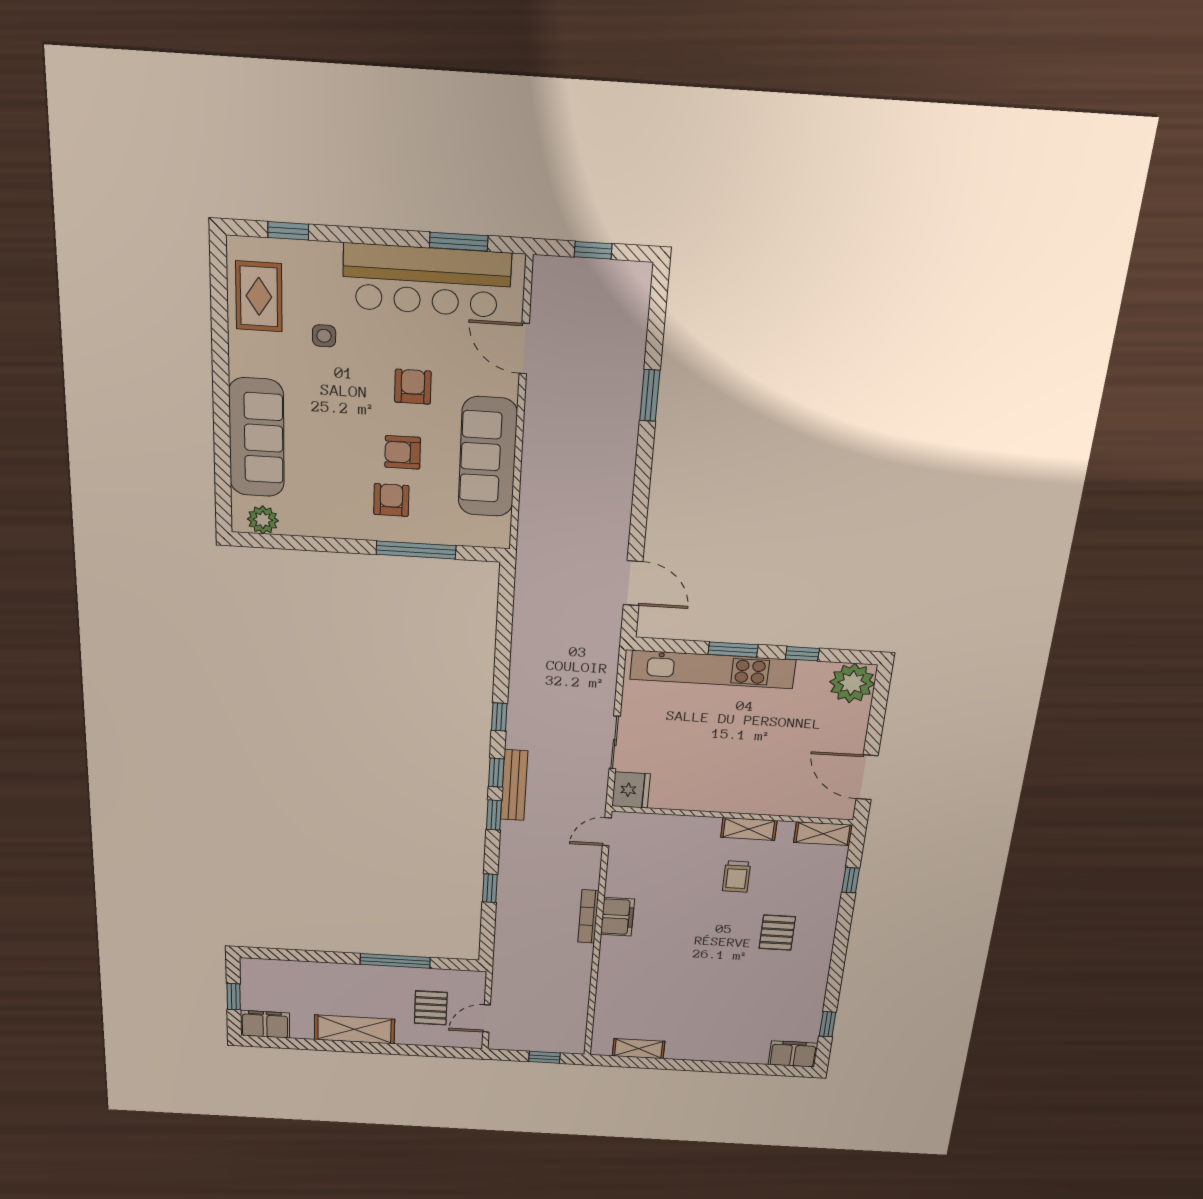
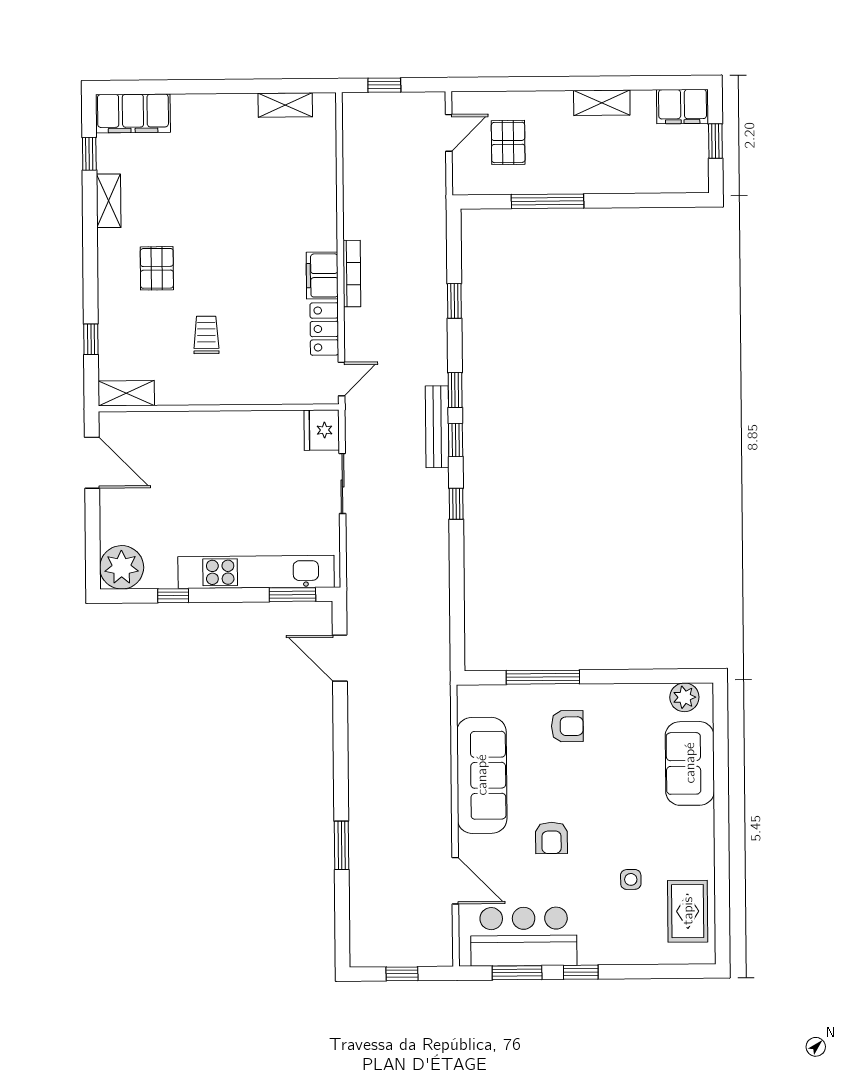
window: (288, 231) -> (581, 972), moved
bar counter: (427, 280) -> (524, 937), width x0.73
sofa: (257, 438) -> (690, 763), width x0.73
armchair: (403, 452) -> (559, 774), removed
armchair: (391, 500) -> (567, 726), turned -90
window: (733, 650) -> (292, 595), moved
shelving: (749, 829) -> (109, 201), moved, turned 90
locker: (620, 874) -> (324, 329), added
shelving: (354, 1029) -> (602, 103), width x0.67, depth x0.75
filing cabinet: (793, 1054) -> (133, 113), width x1.50, depth x1.17

